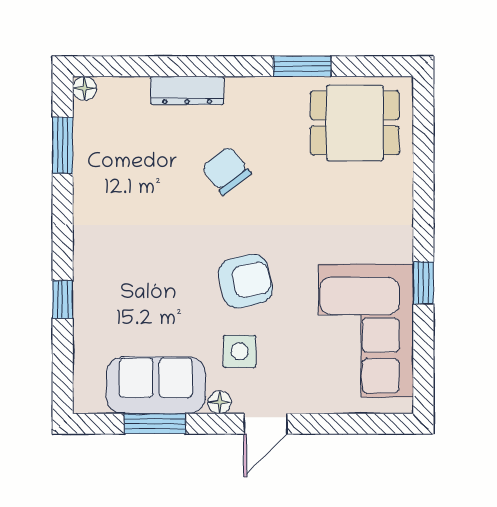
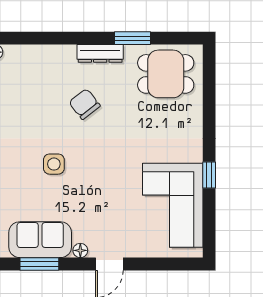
dresser: (187, 90) -> (100, 53), moved
armchair: (245, 281) -> (97, 174), removed
side table: (240, 351) -> (54, 164), moved

